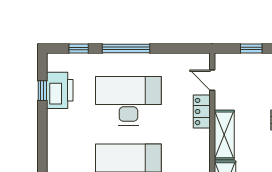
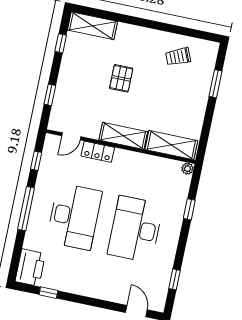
window: (79, 49) -> (36, 161), moved
printer: (60, 90) -> (30, 268), moved, turned 90
desk: (128, 101) -> (74, 216), turned 180

